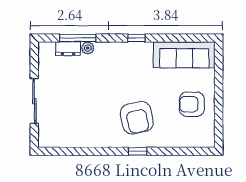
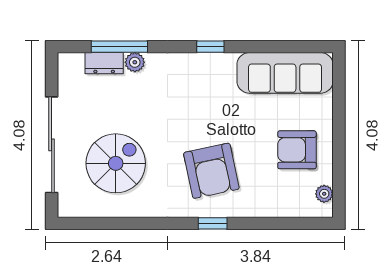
sliding door: (34, 101) -> (52, 145), width x1.36
spiral stairs: (75, 113) -> (116, 163), added
plant: (209, 132) -> (324, 194), added

